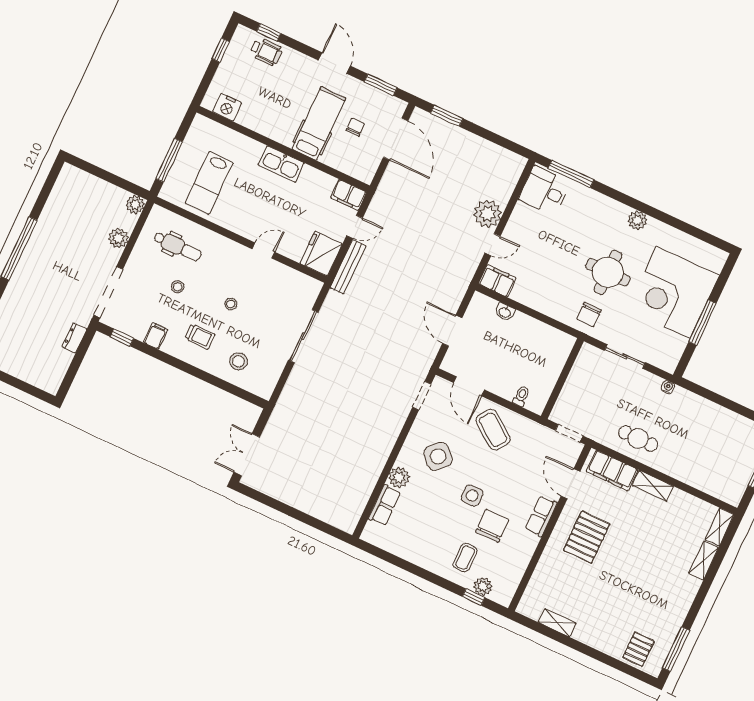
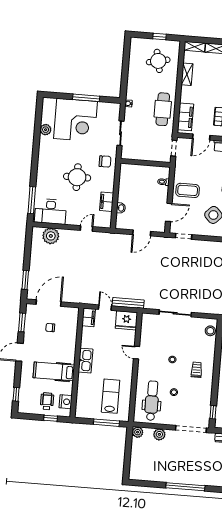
window: (221, 50) -> (51, 418), moved
wheelchair: (266, 52) -> (47, 401), moved
hospital bed: (319, 123) -> (54, 371), moved
lab bench: (209, 183) -> (111, 396), turned -90
desk: (545, 191) -> (51, 211), width x1.37
plant: (488, 214) -> (51, 236), moved
plant: (638, 220) -> (46, 130), moved
door: (493, 245) -> (86, 228), hinge flipped
dental chair: (177, 246) -> (152, 401), width x1.36, depth x1.38
round table: (608, 272) -> (77, 177), moved
filing cabinet: (497, 281) -> (107, 202), moved
filing cabinet: (156, 336) -> (205, 394), removed
stool: (238, 361) -> (210, 331), moved
coffee table: (493, 430) -> (188, 190), turned 54
cafe table: (638, 438) -> (163, 109), width x1.37, depth x1.35
round table: (718, 460) -> (158, 61), added
shelving: (653, 486) -> (187, 74), moved

